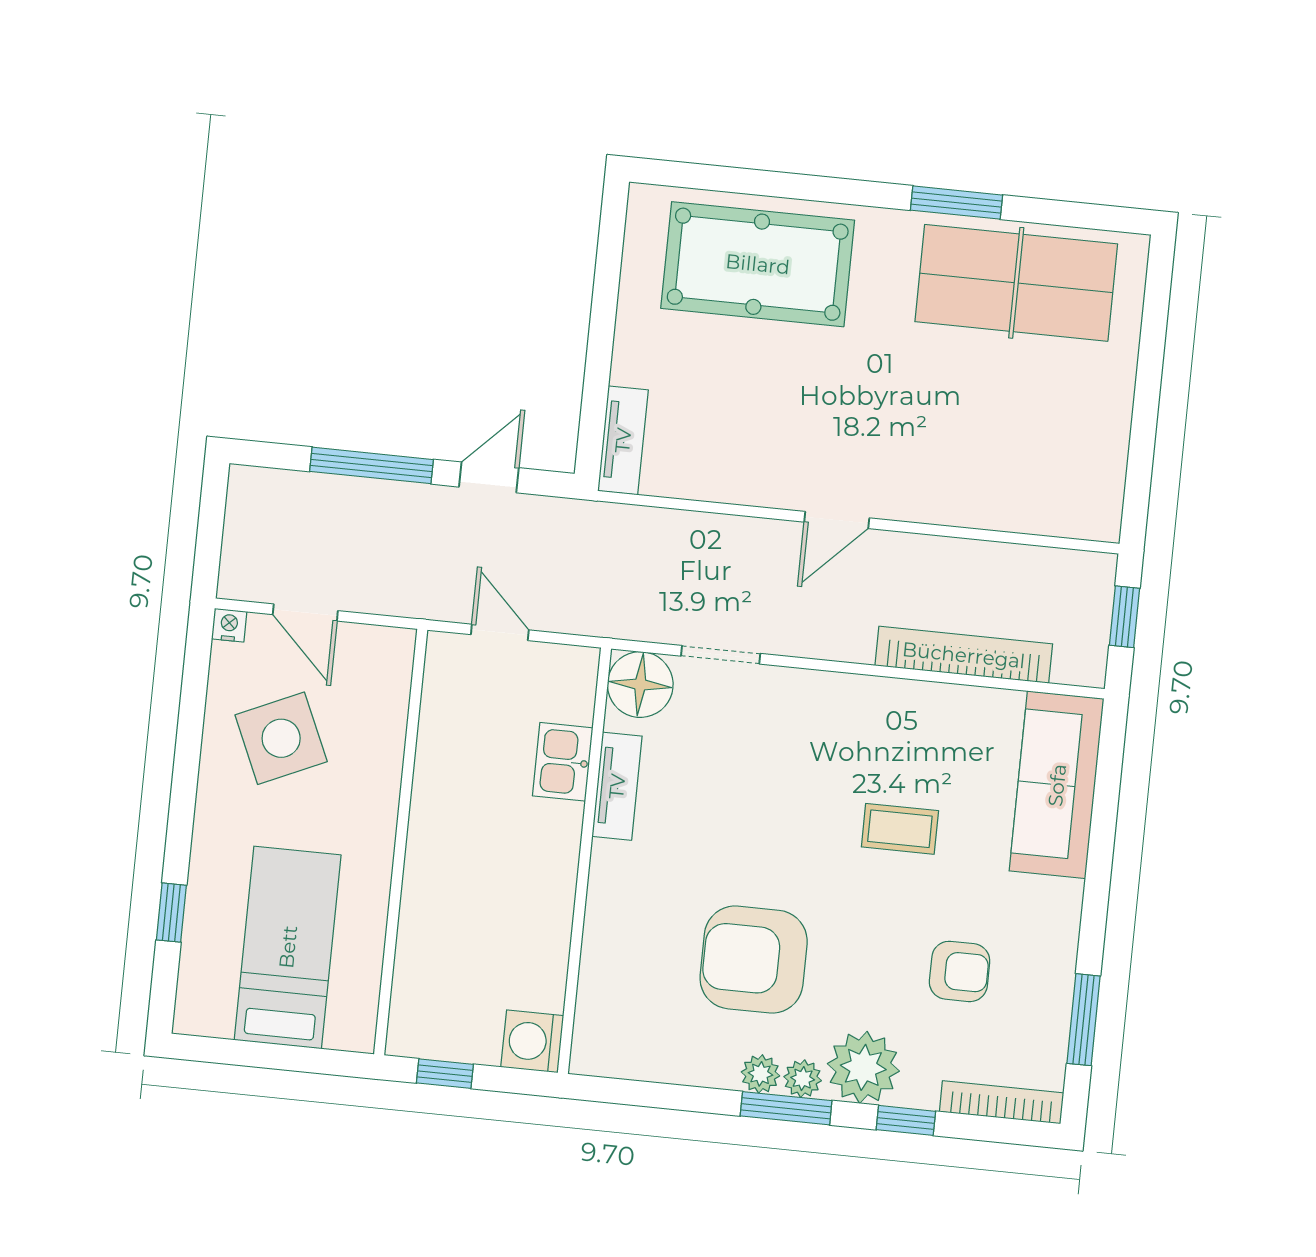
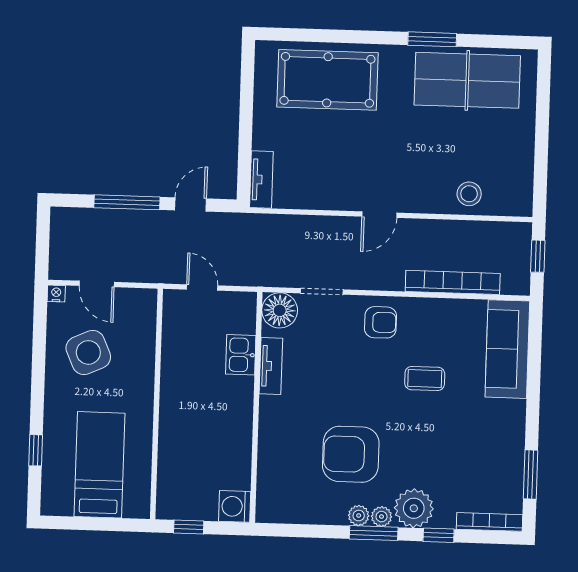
stool: (1005, 493) -> (469, 194), added
armchair: (960, 971) -> (381, 322), moved

